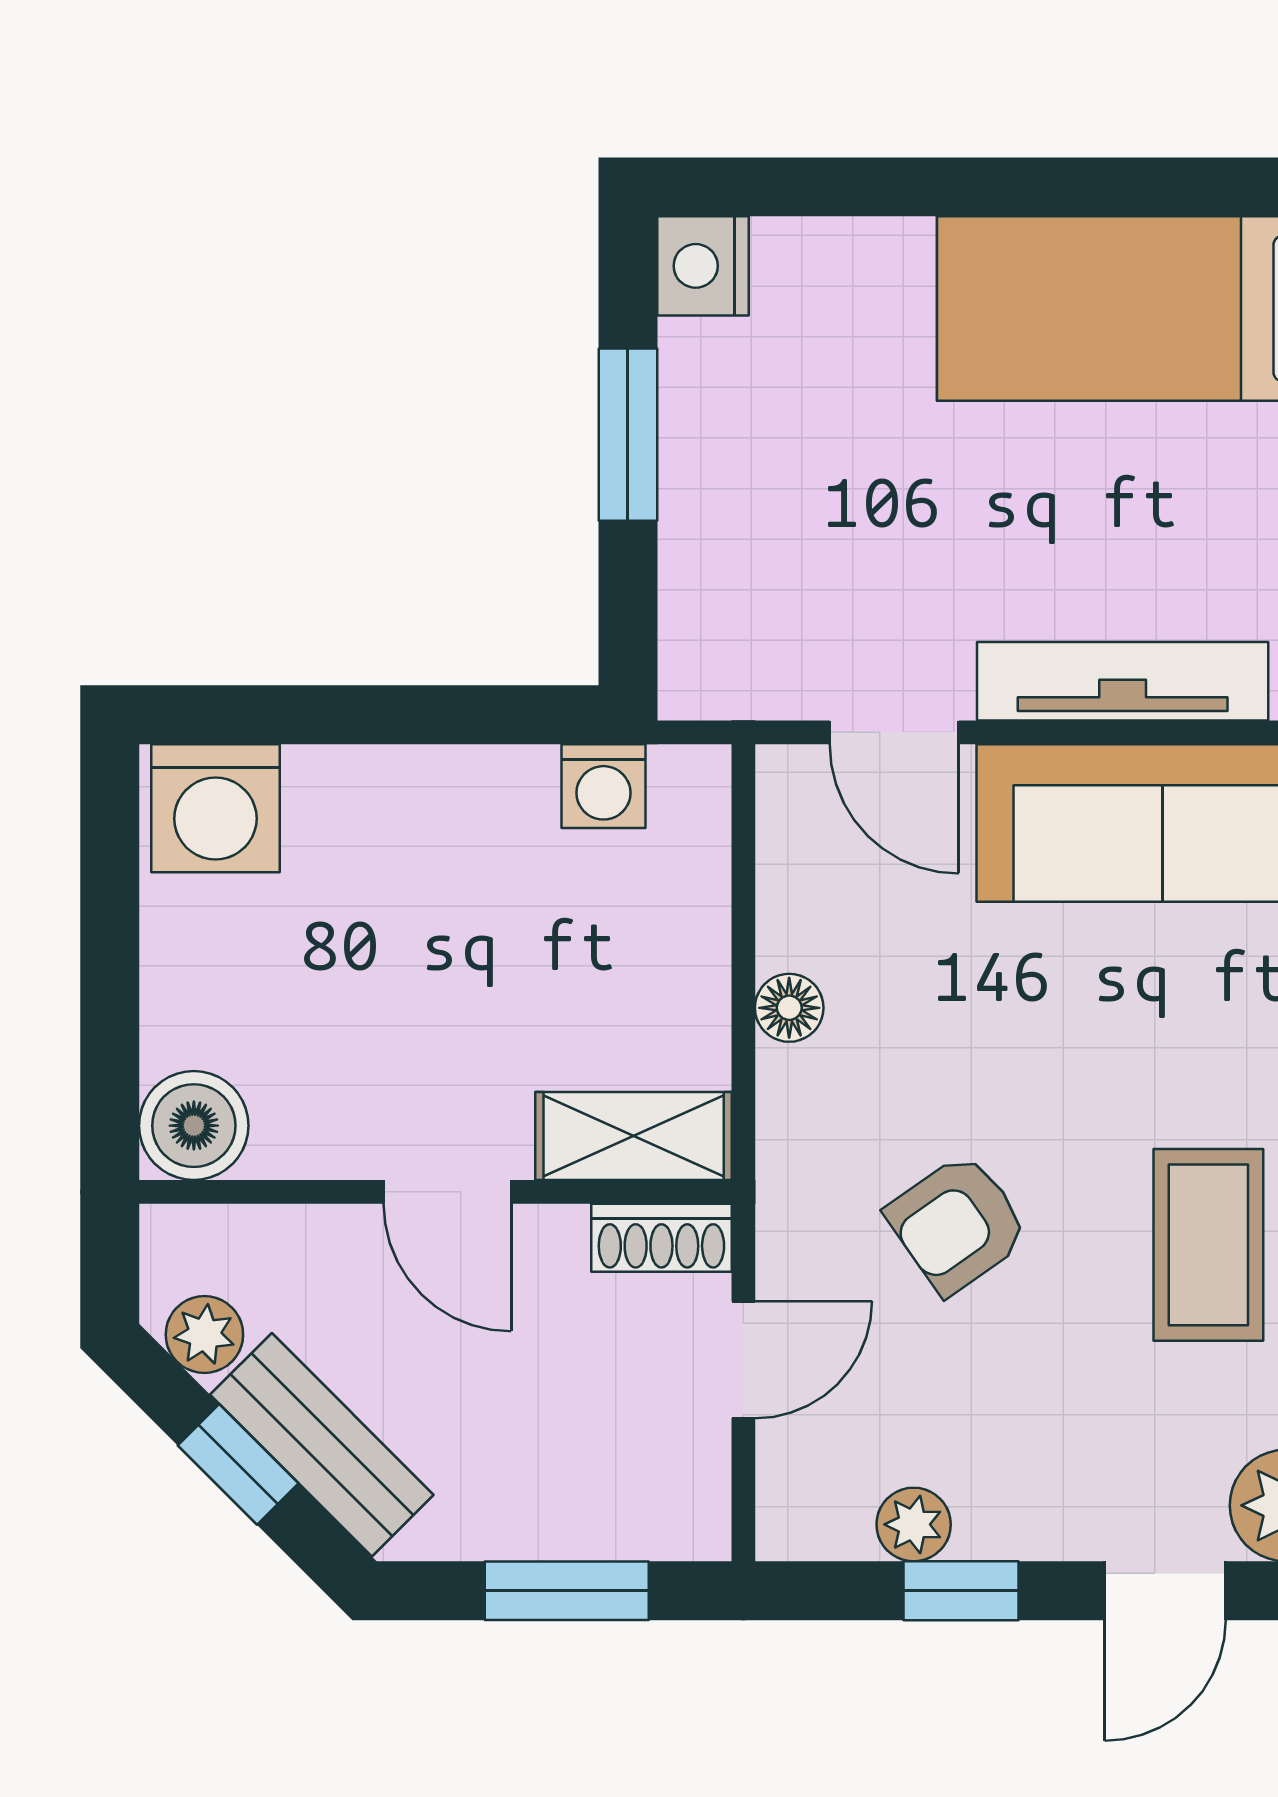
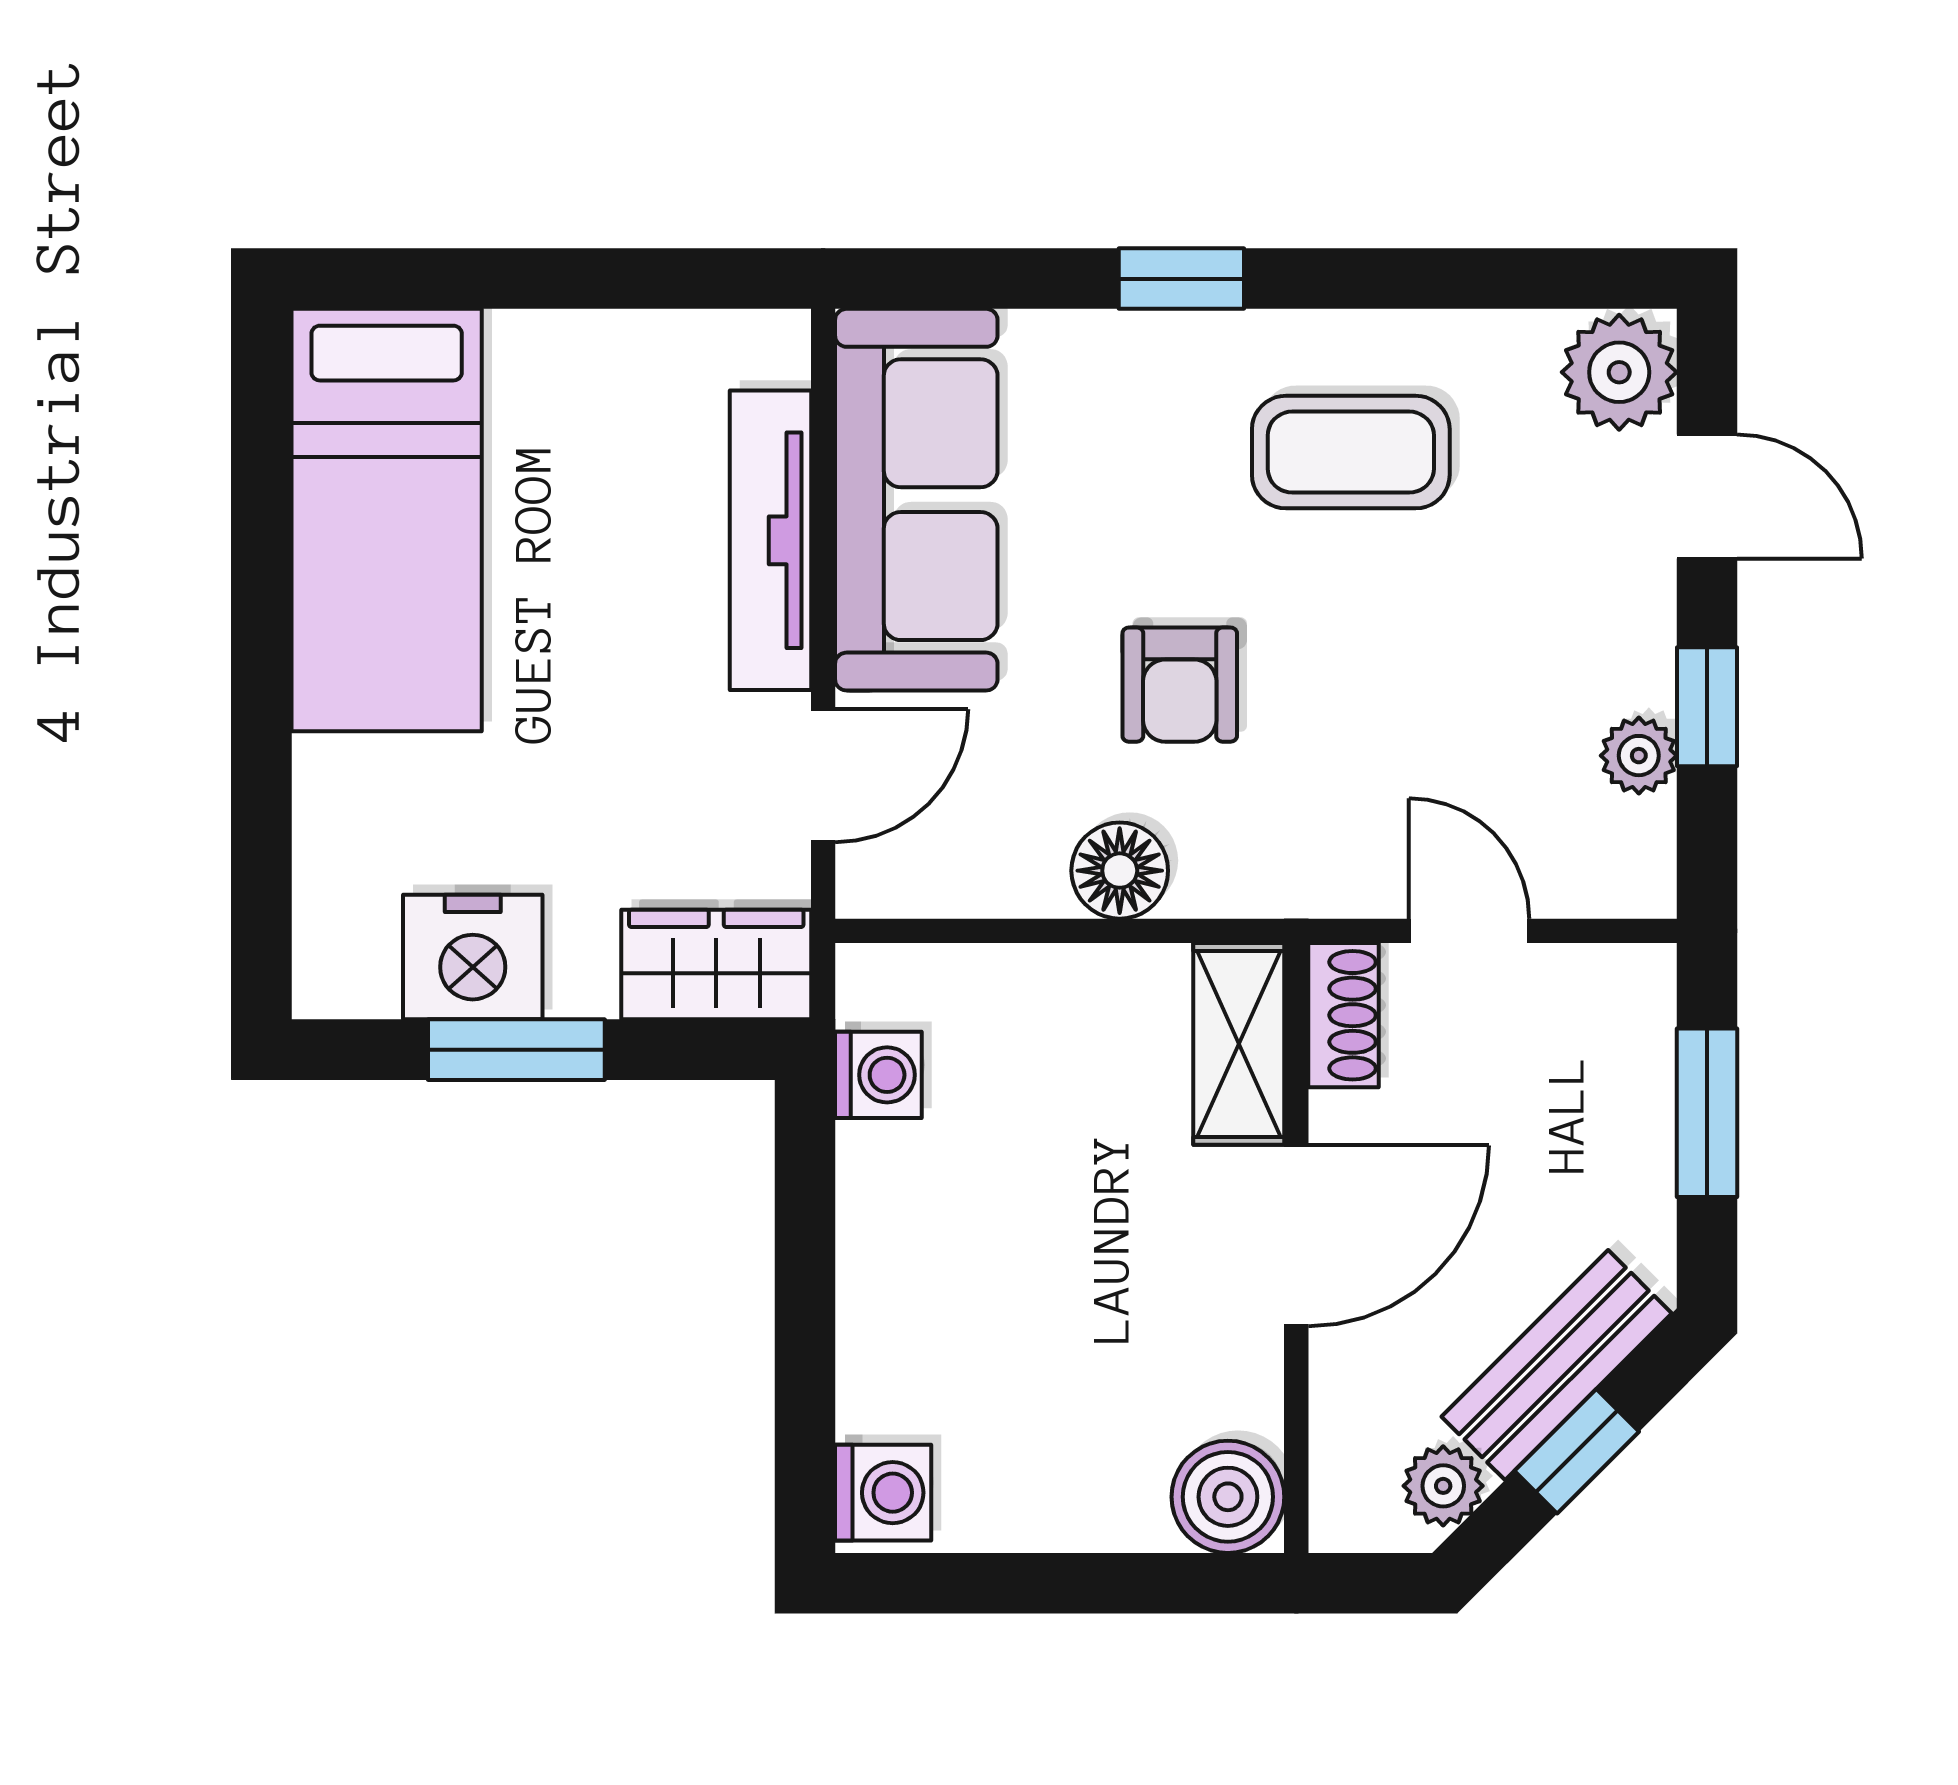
nightstand: (703, 266) -> (473, 957), moved, width x1.36, depth x1.33
wardrobe: (711, 629) -> (716, 965), added
washing machine: (215, 808) -> (883, 1493), width x0.73, depth x0.73
floor lamp: (789, 1008) -> (1120, 871), width x1.37, depth x1.37
door: (447, 1192) -> (1296, 1236), width x1.37
armchair: (958, 1224) -> (1180, 685), moved, turned 35

